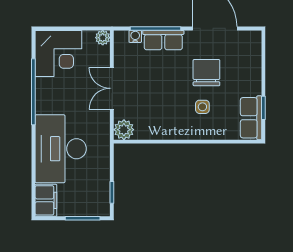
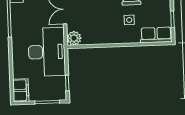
row of seats: (251, 118) -> (156, 35), moved, turned 90
desk: (61, 149) -> (47, 52), moved, turned 180

